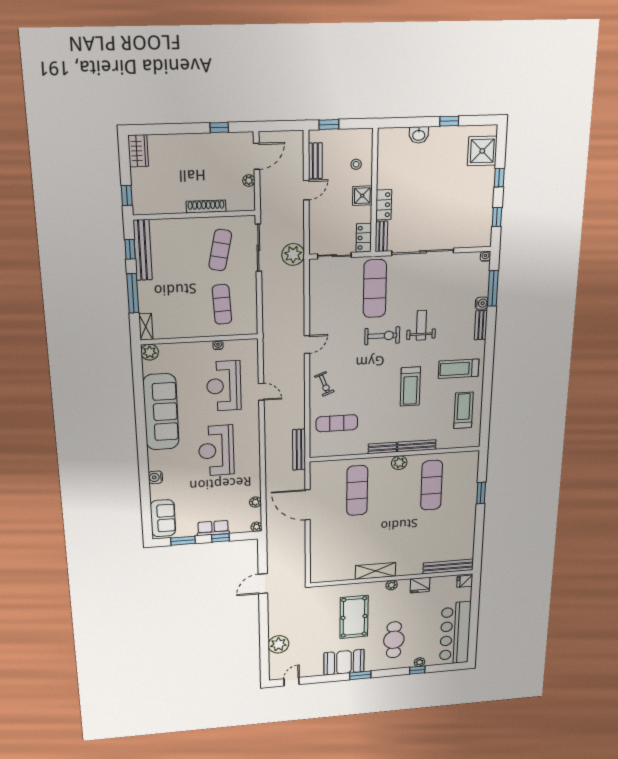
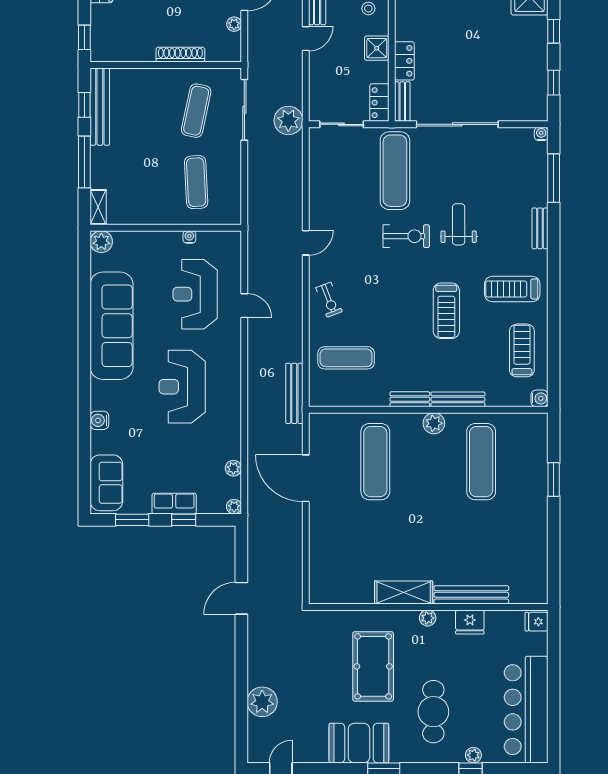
water cooler: (482, 303) -> (539, 398), moved
bench: (448, 567) -> (471, 595), moved

